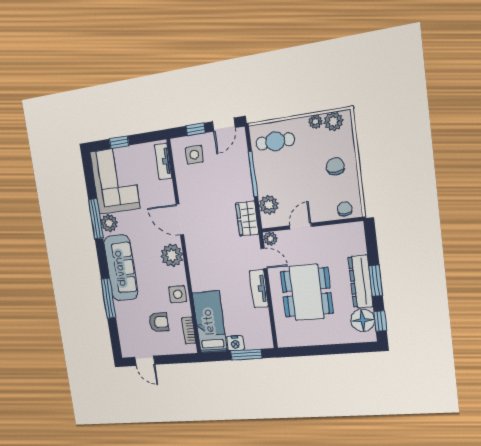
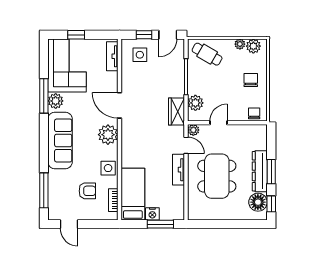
cafe table: (275, 141) -> (207, 54), turned 30
window: (108, 298) -> (44, 190), moved

